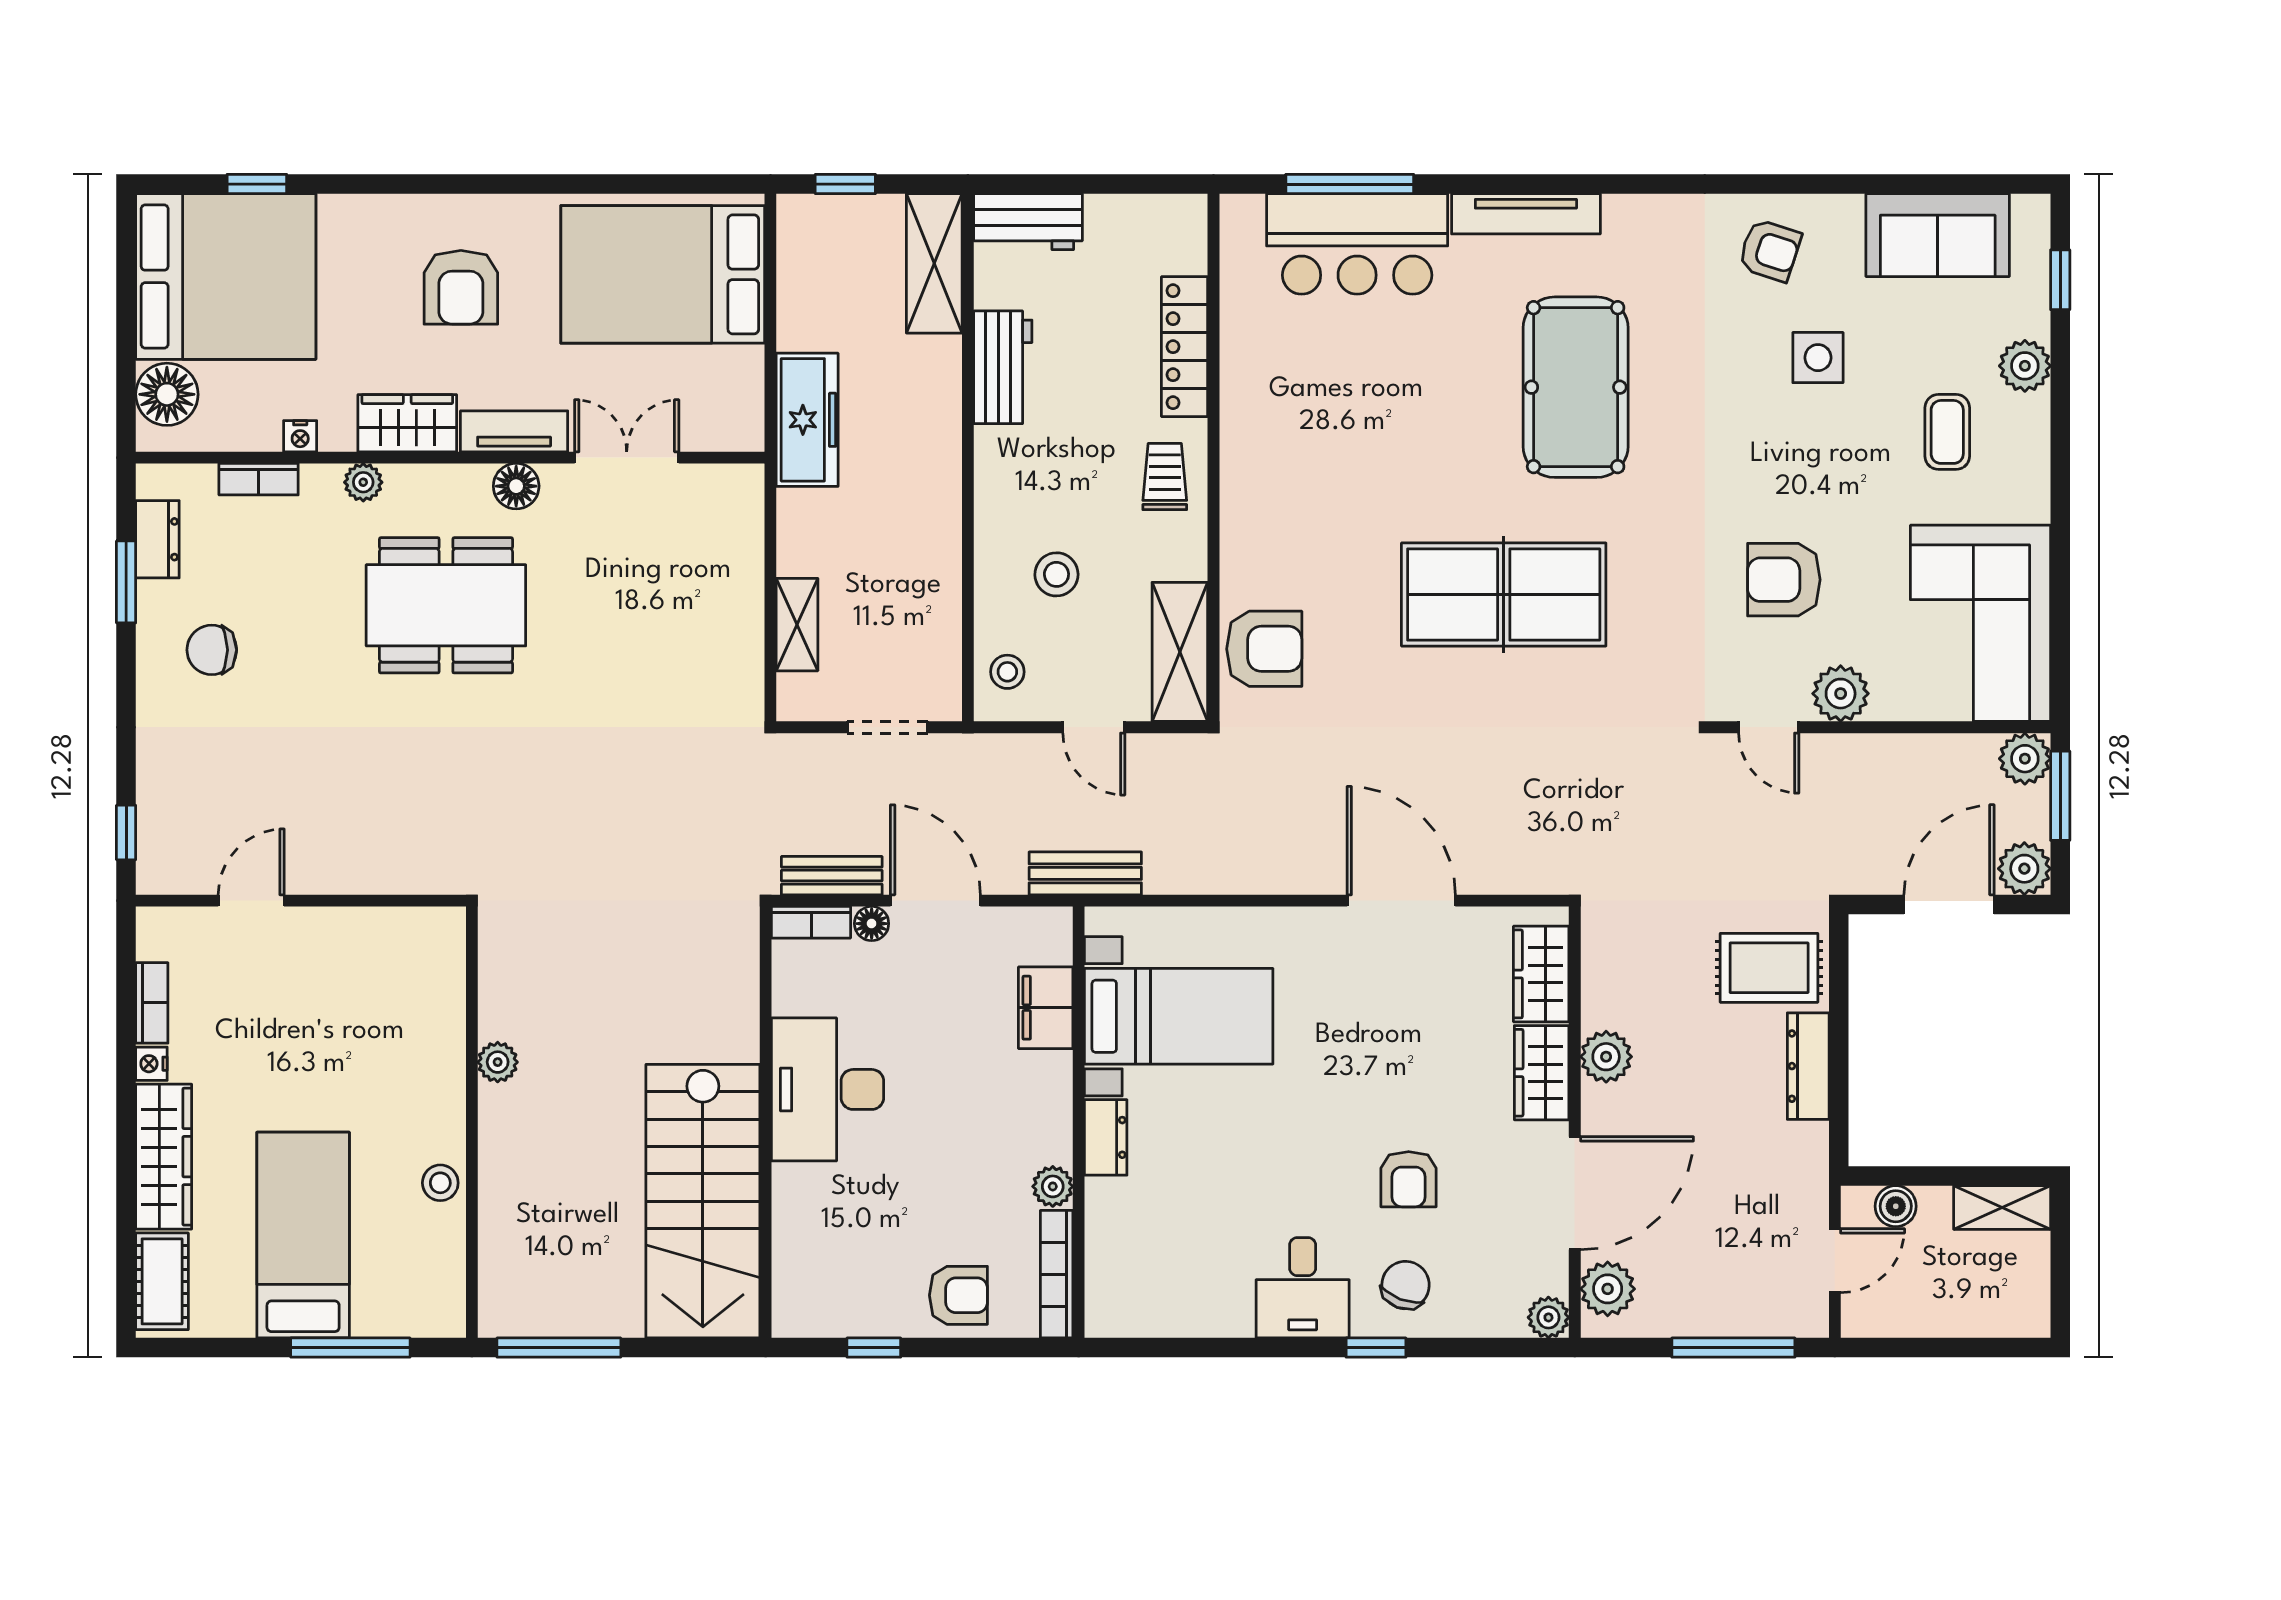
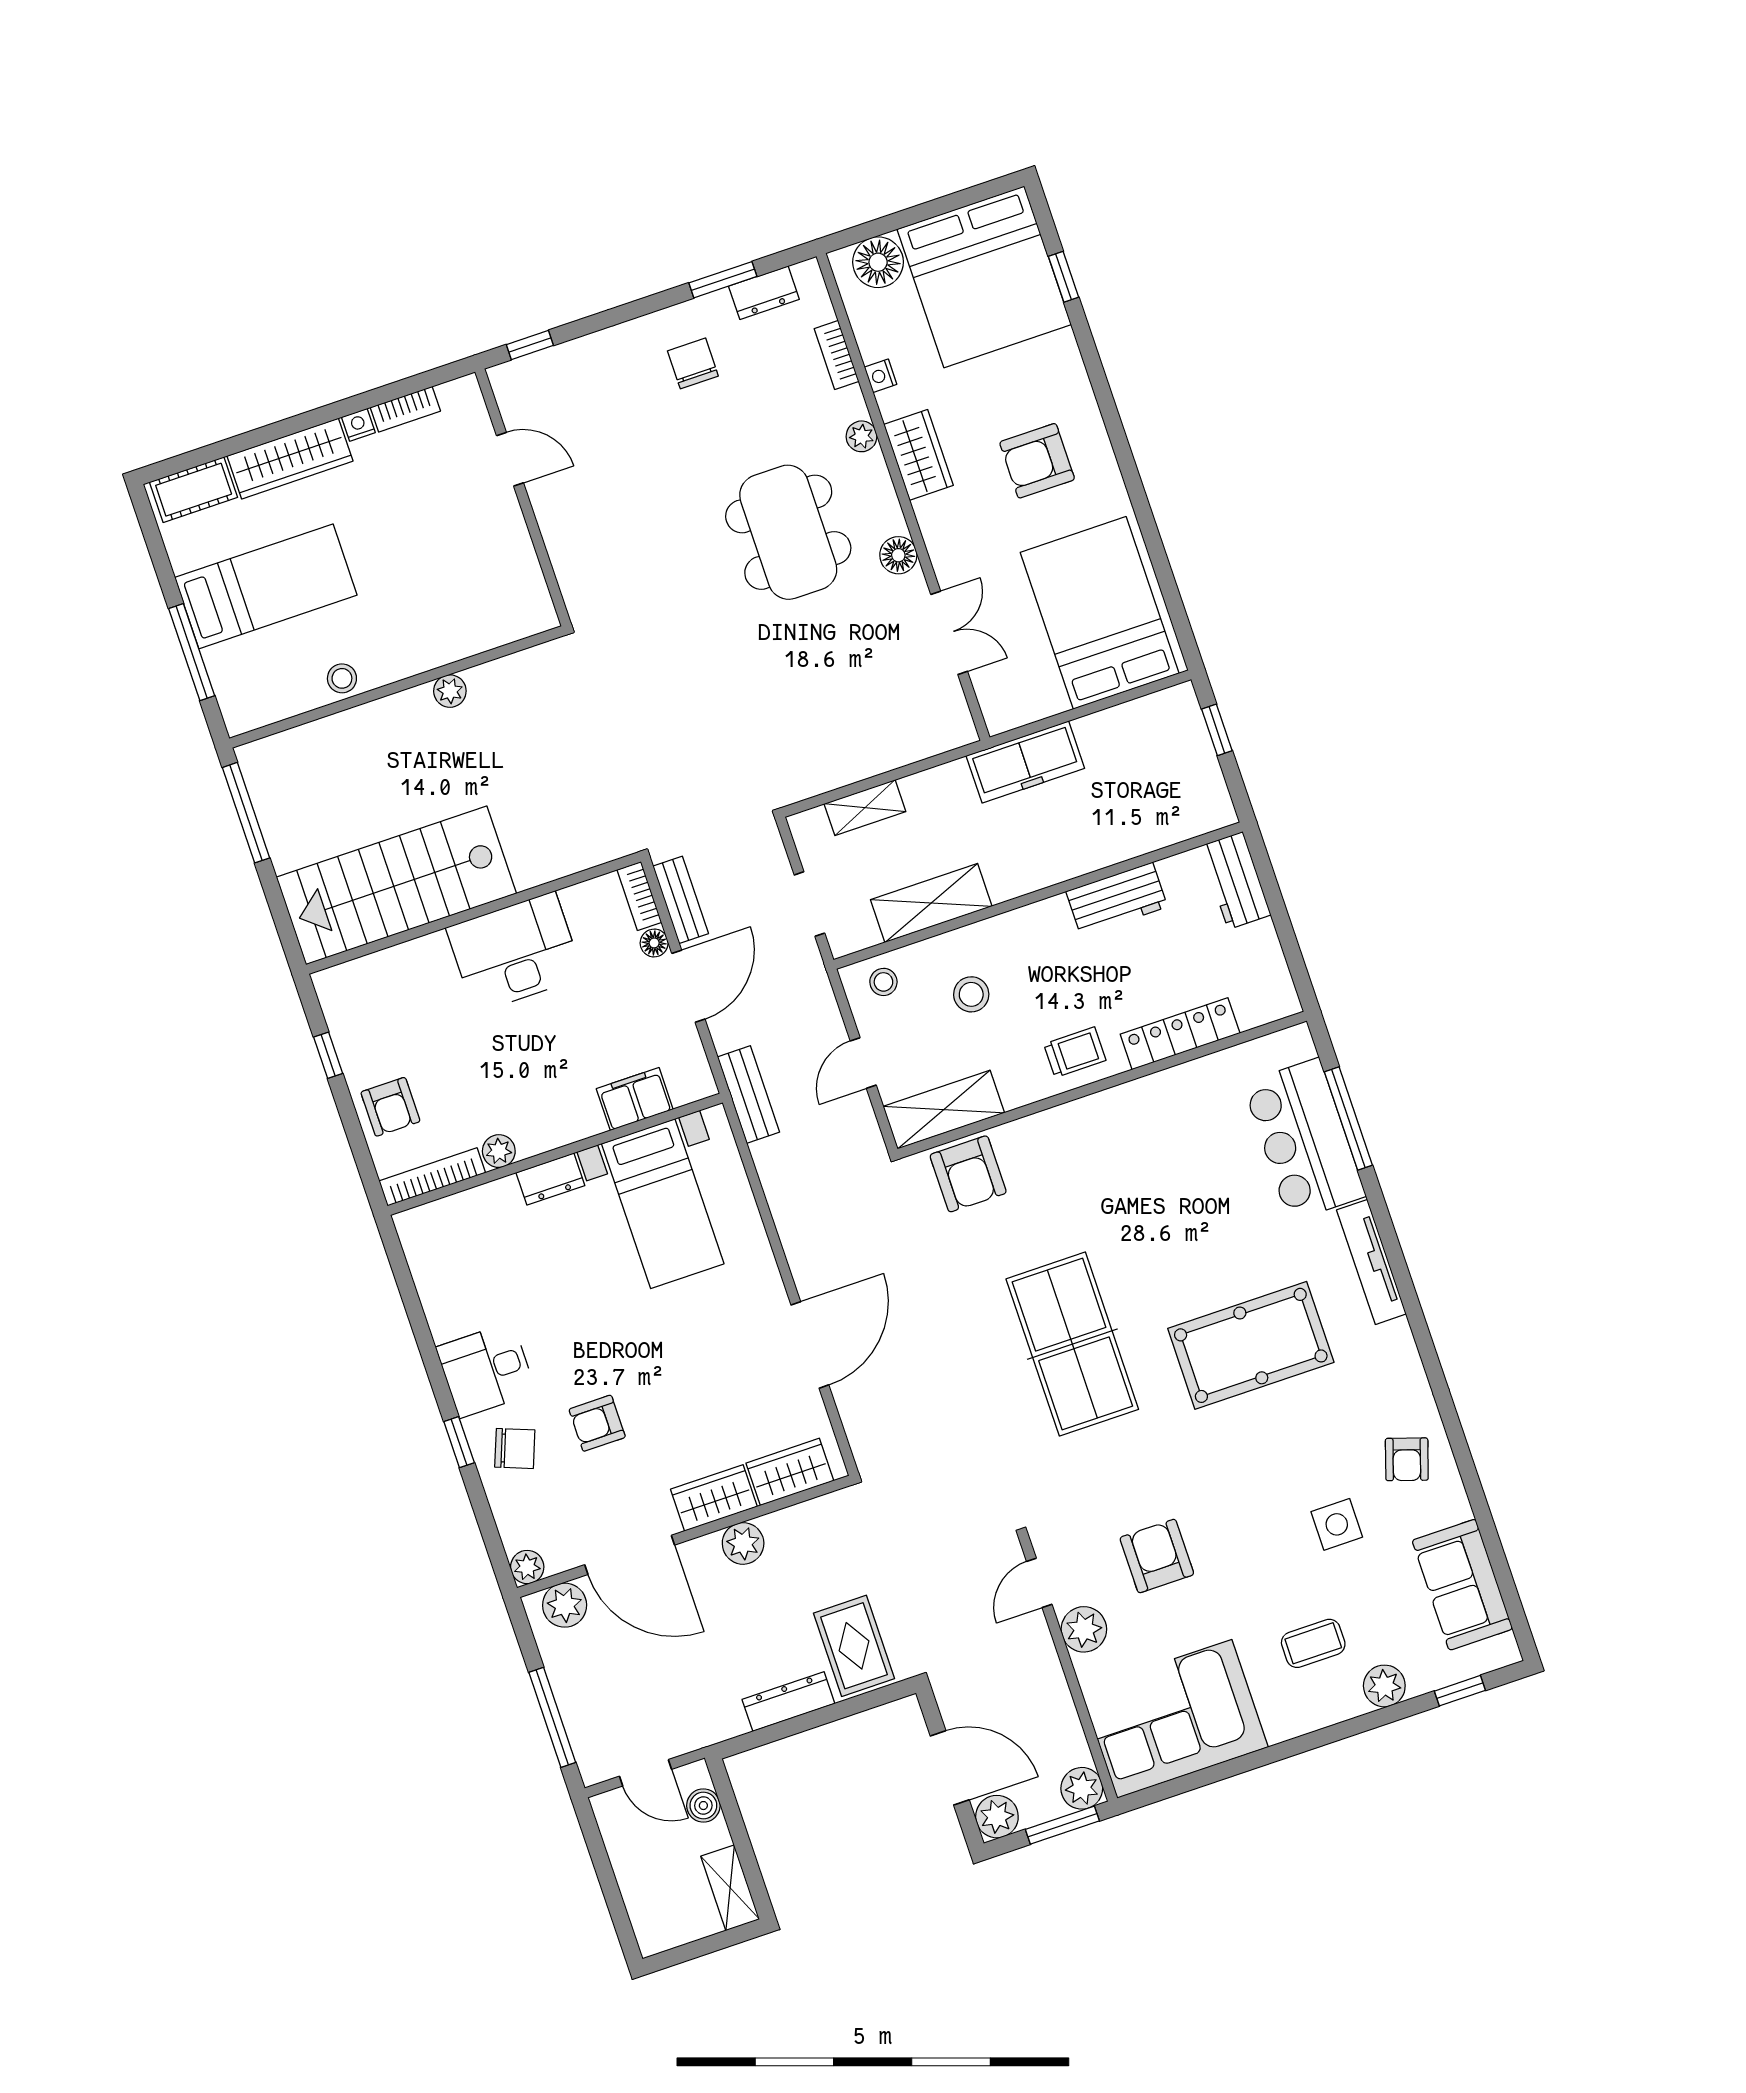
shelving: (934, 263) -> (931, 903), moved
tv unit: (514, 431) -> (940, 539), removed

